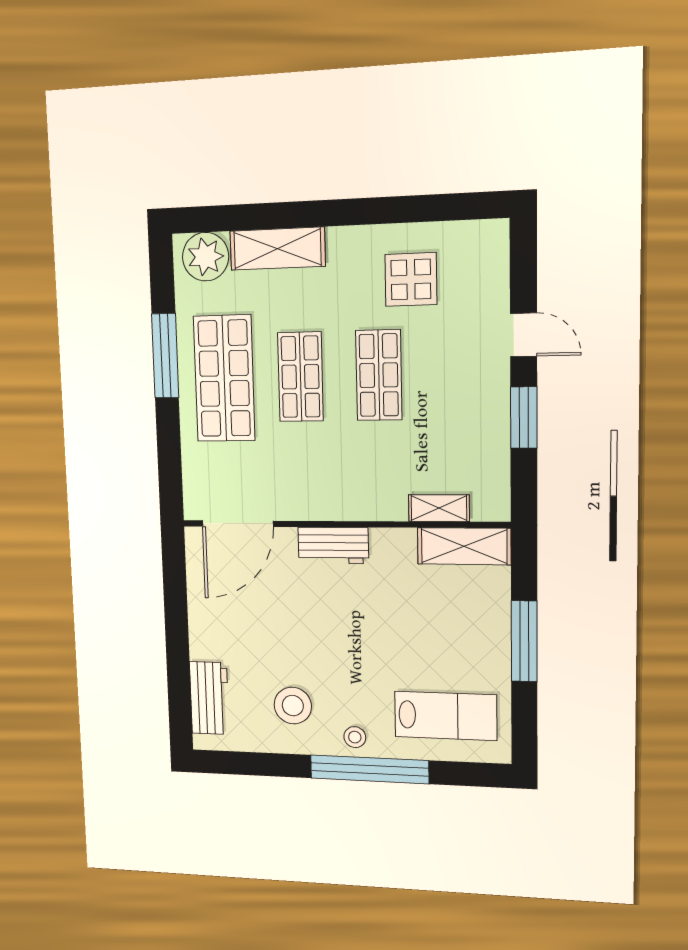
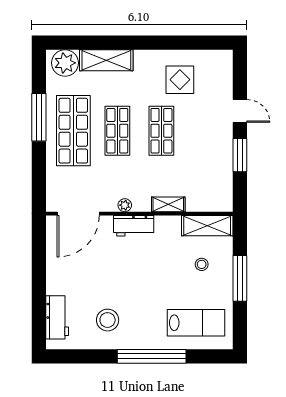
shelving: (439, 508) -> (168, 204), moved
plant: (317, 509) -> (125, 205), added
stool: (355, 737) -> (202, 264), moved

